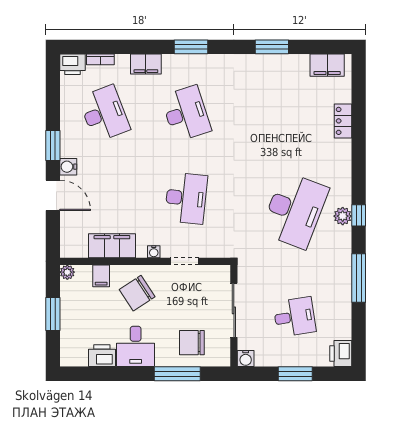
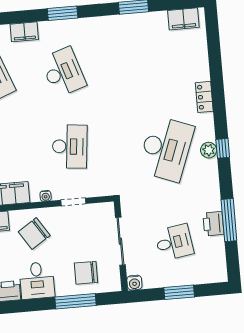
locker: (343, 121) -> (204, 97), moved
window: (359, 278) -> (229, 220), moved
printer: (341, 354) -> (213, 224), moved

